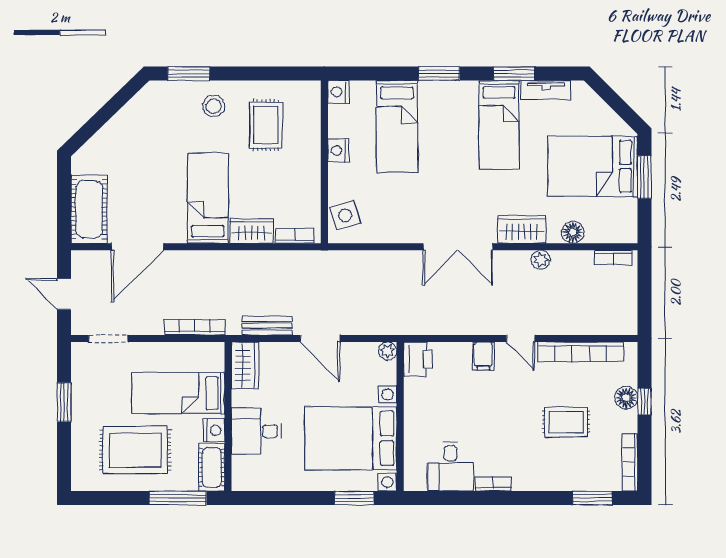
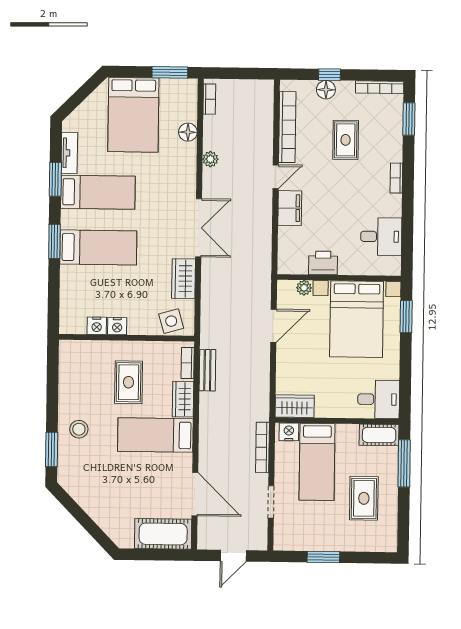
nightstand: (338, 92) -> (97, 326), moved
rug: (266, 125) -> (129, 382), moved, turned 90
bed: (397, 126) -> (98, 247), moved
window: (644, 177) -> (170, 72), moved
wardrobe: (522, 229) -> (184, 279), moved
bench: (267, 326) -> (207, 370), moved
doorway: (108, 339) -> (271, 502), moved
door: (320, 339) -> (274, 326), moved
plant: (388, 351) -> (304, 288), moved
filing cabinet: (483, 356) -> (290, 208), width x2.00
printer: (418, 359) -> (323, 263), moved
nightstand: (214, 430) -> (289, 432), moved
desk: (256, 431) -> (379, 399), moved, turned -90
rug: (135, 450) -> (364, 498), width x0.73, depth x0.70
bookcase: (493, 484) -> (396, 178), moved

